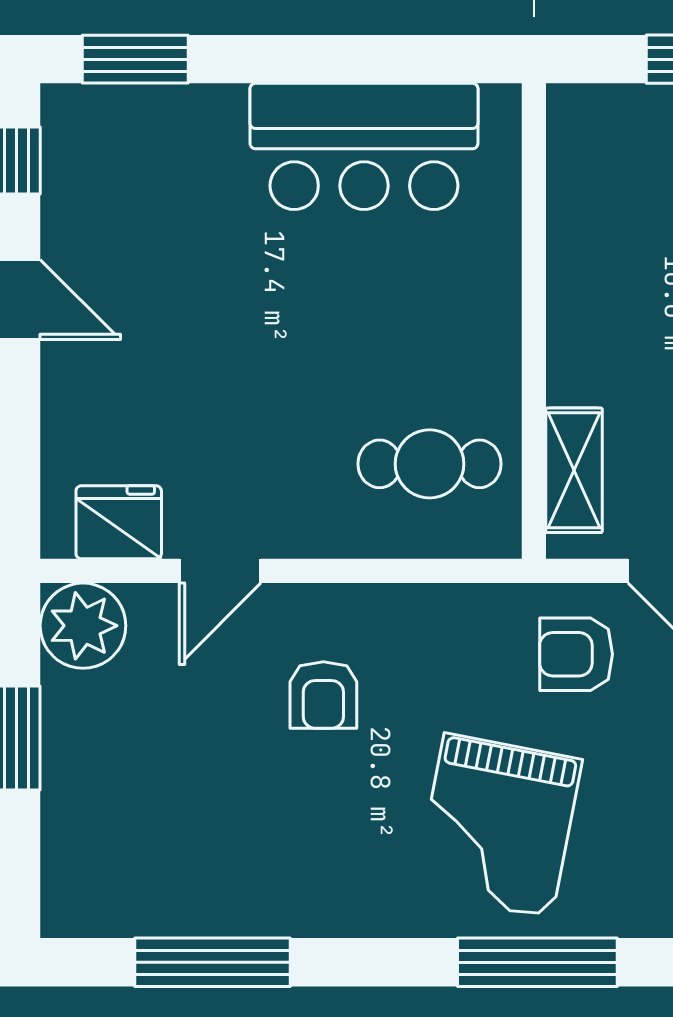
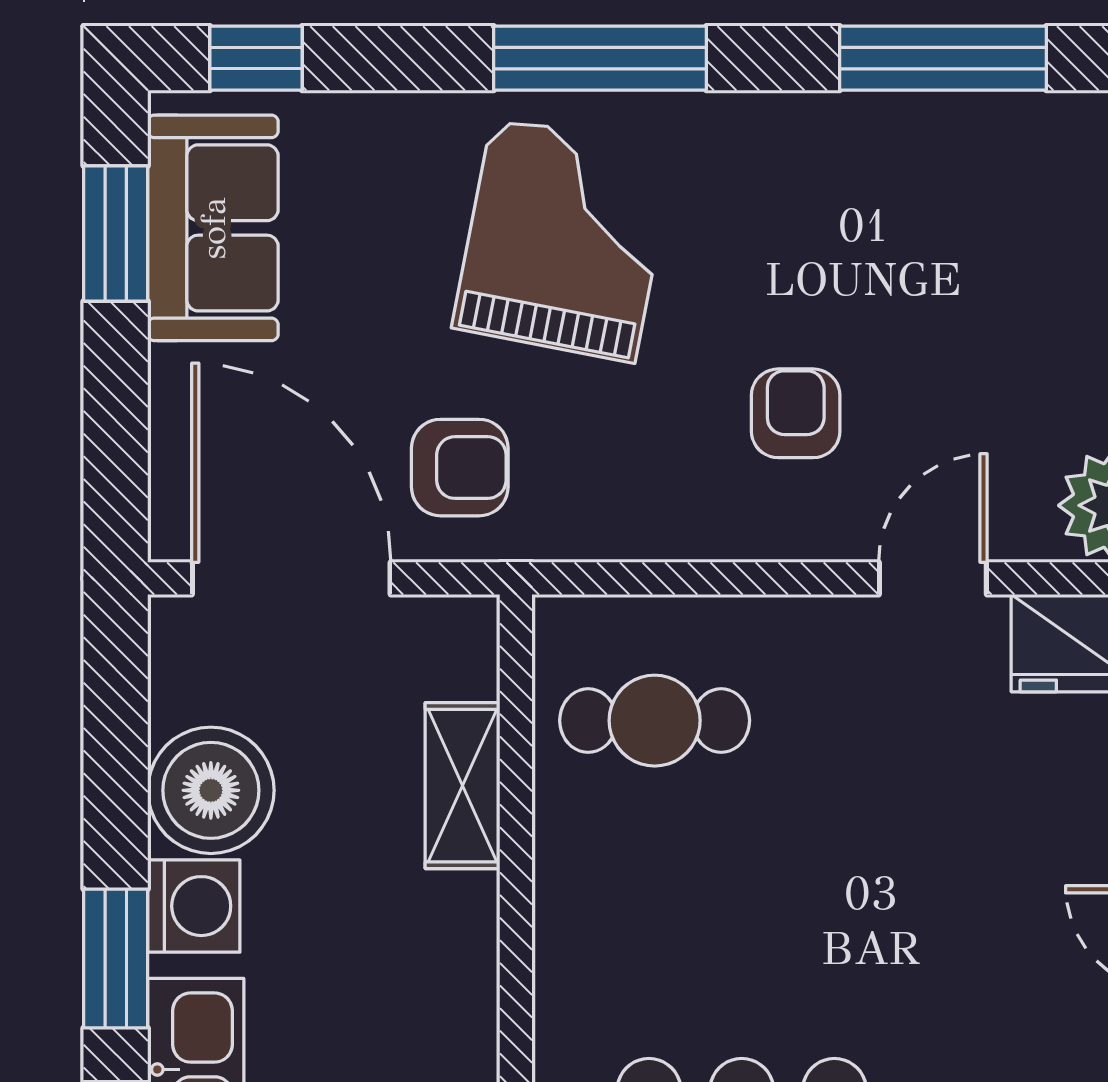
shelving: (574, 470) -> (462, 786), moved
window: (537, 962) -> (600, 58), moved

